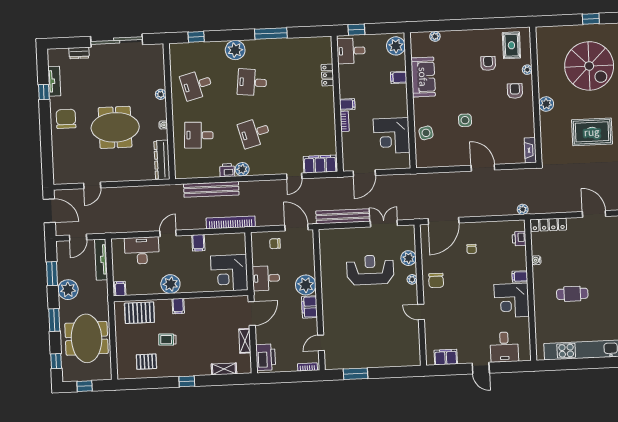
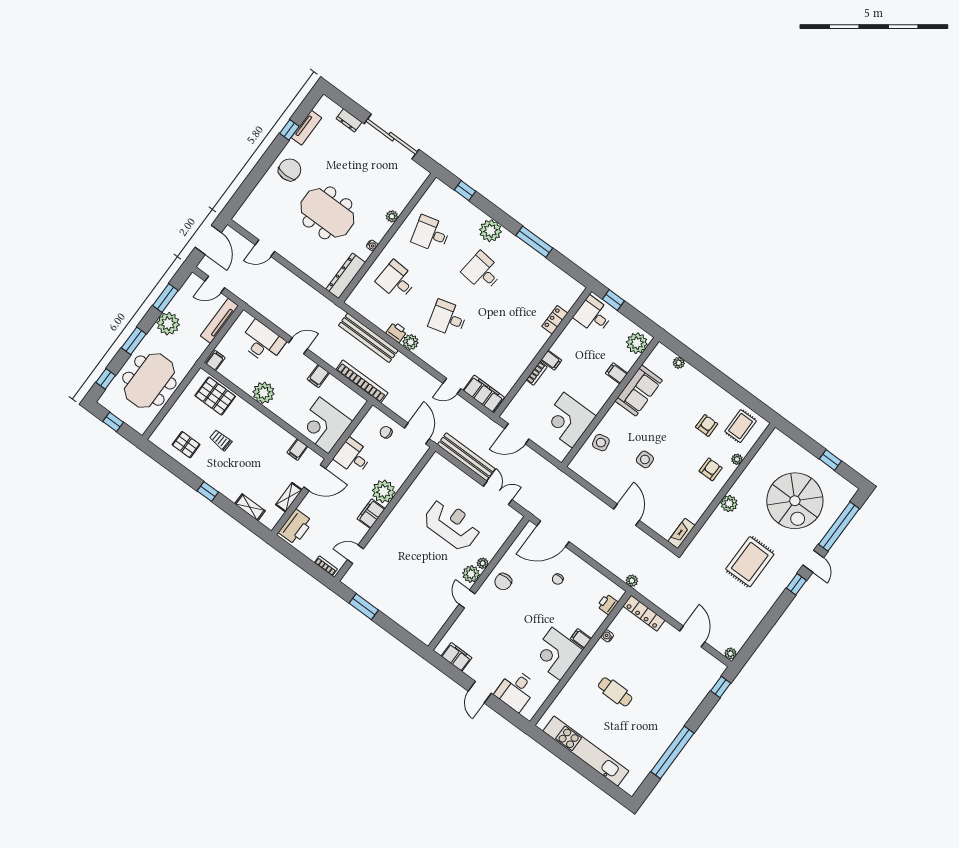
rug: (592, 132) -> (750, 562), turned 90
plant: (409, 258) -> (471, 574), moved
filing cabinet: (178, 306) -> (297, 450), moved

